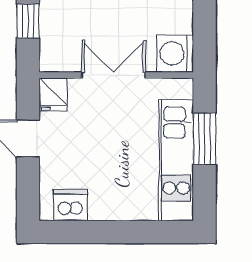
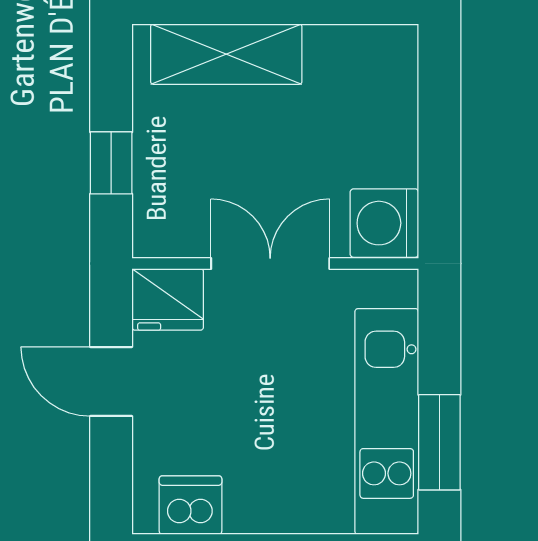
fridge: (53, 94) -> (168, 299), width x1.38
window: (205, 139) -> (439, 442), moved

